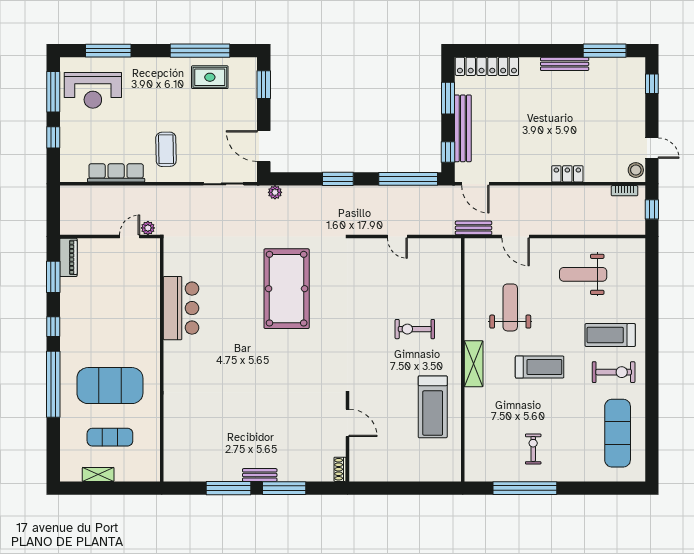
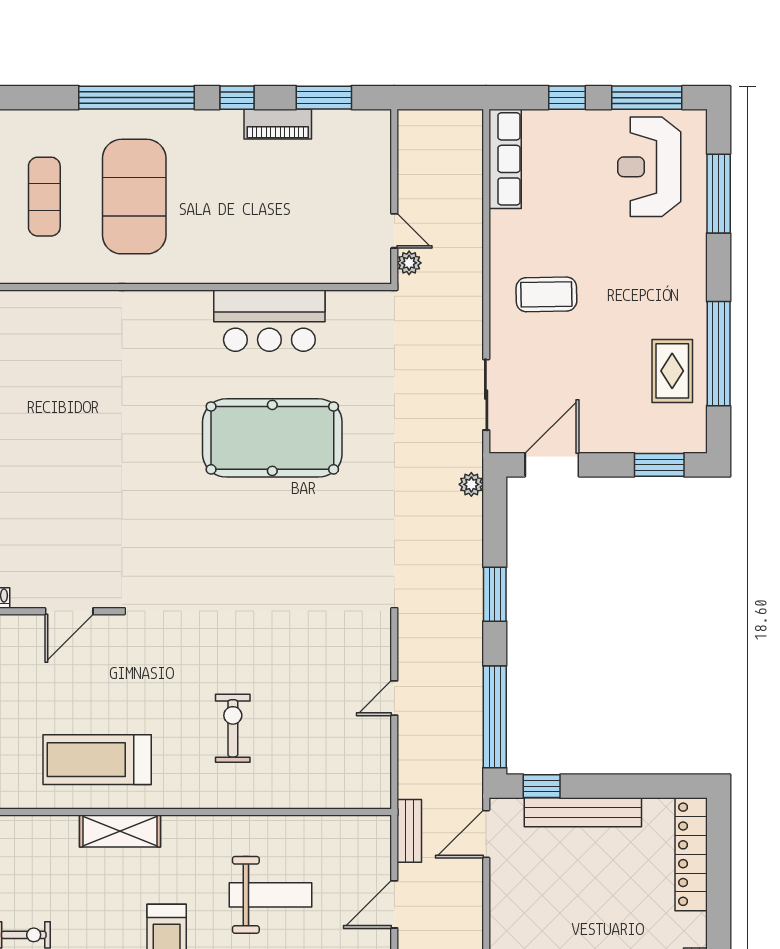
window: (448, 98) -> (636, 786), removed
row of seats: (116, 173) -> (505, 159), moved
piano: (68, 257) -> (278, 124), moved
pool table: (287, 289) -> (272, 438), moved
shelving: (474, 364) -> (120, 831), moved

